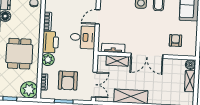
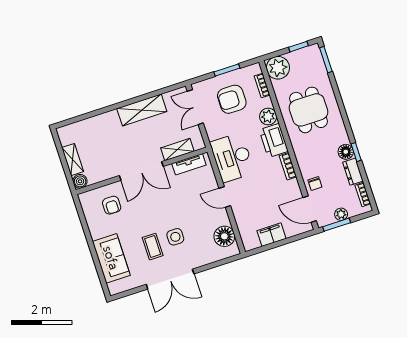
door: (98, 17) -> (225, 197), swing flipped
desk: (83, 37) -> (232, 157), width x1.37
double door: (147, 56) -> (141, 171), swing flipped
armchair: (68, 81) -> (232, 99), turned -90

